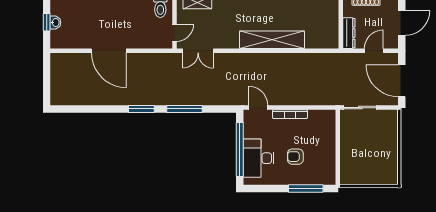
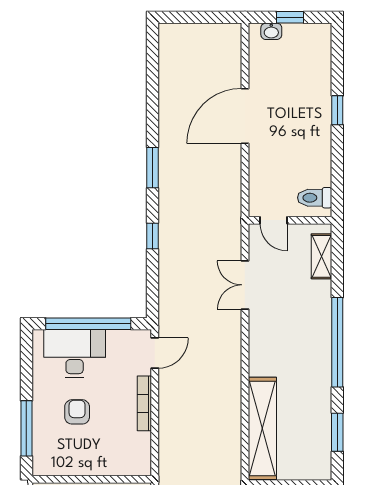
washbasin: (55, 23) -> (271, 31), moved
shelving: (272, 40) -> (262, 428), moved
double door: (198, 51) -> (245, 285), moved
window: (184, 109) -> (153, 236), width x0.46

